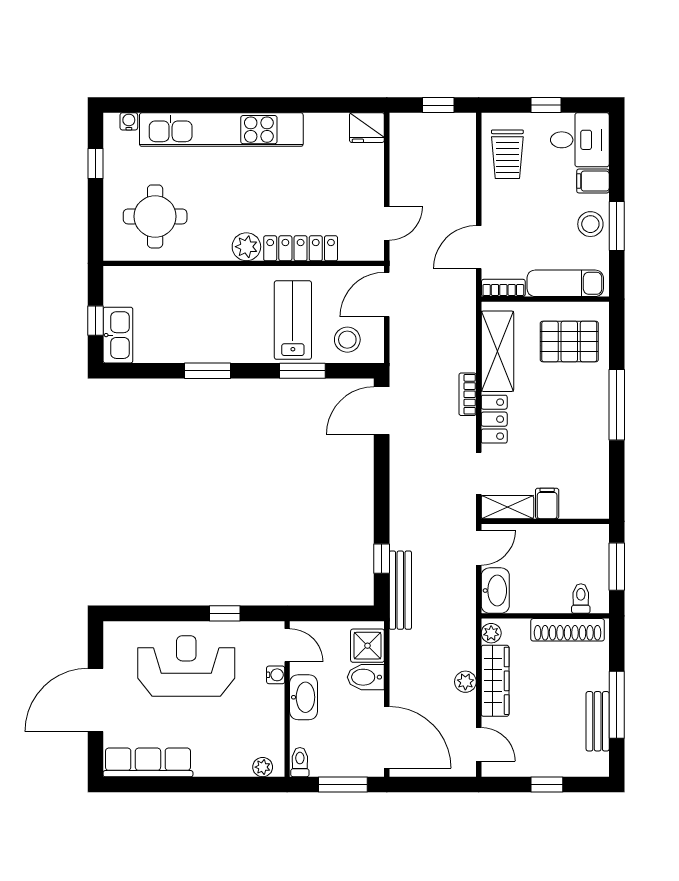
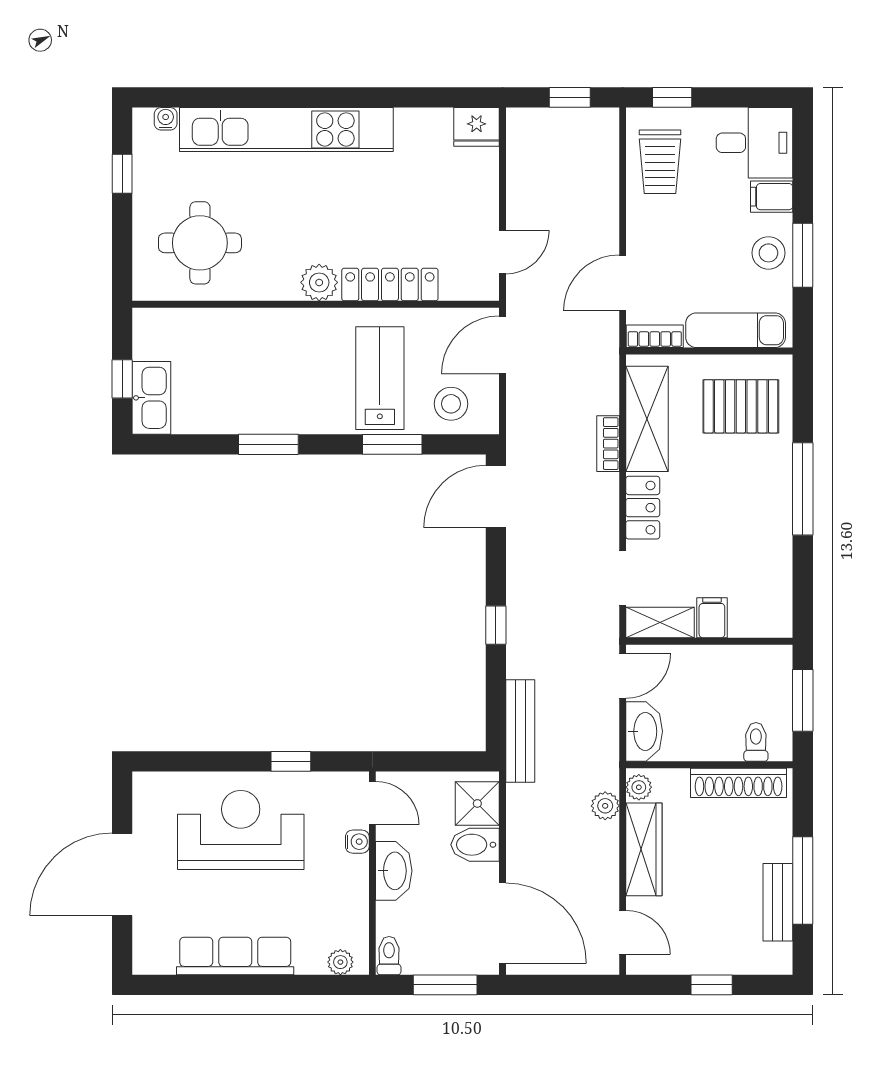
window: (546, 105) -> (672, 97), moved
bookcase: (468, 394) -> (608, 444), moved
window: (382, 559) -> (496, 625), moved
plant: (465, 682) -> (605, 806), moved
row of seats: (148, 762) -> (235, 956), moved

